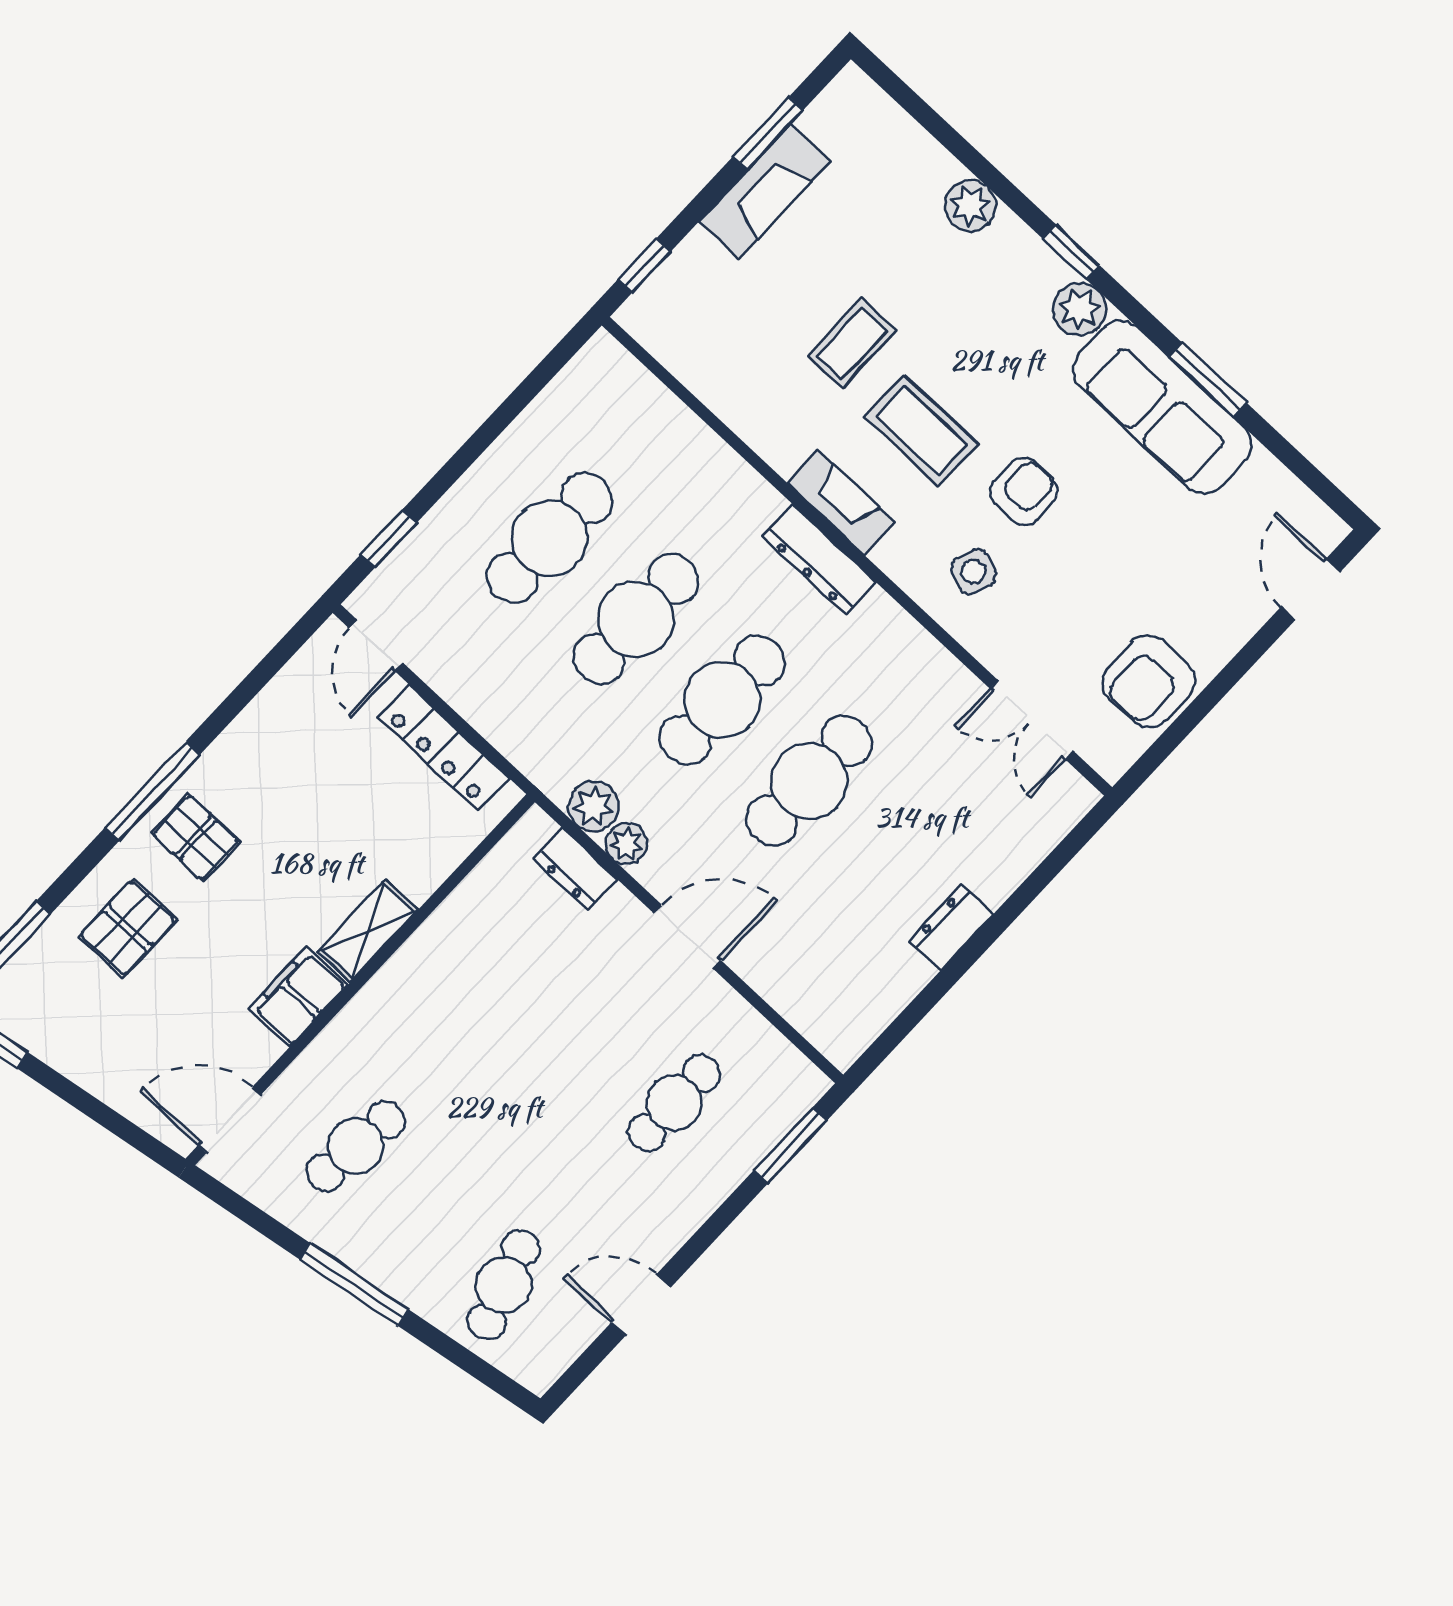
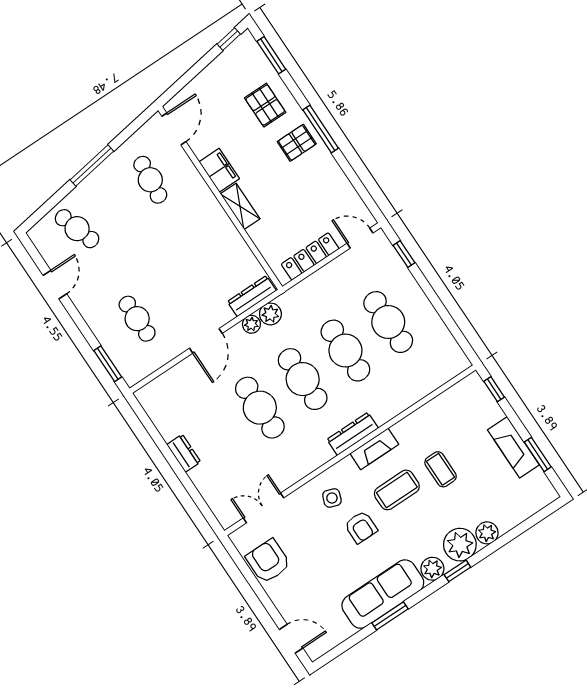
plant: (1011, 260) -> (460, 545), added
dresser: (575, 869) -> (252, 296), width x1.44

